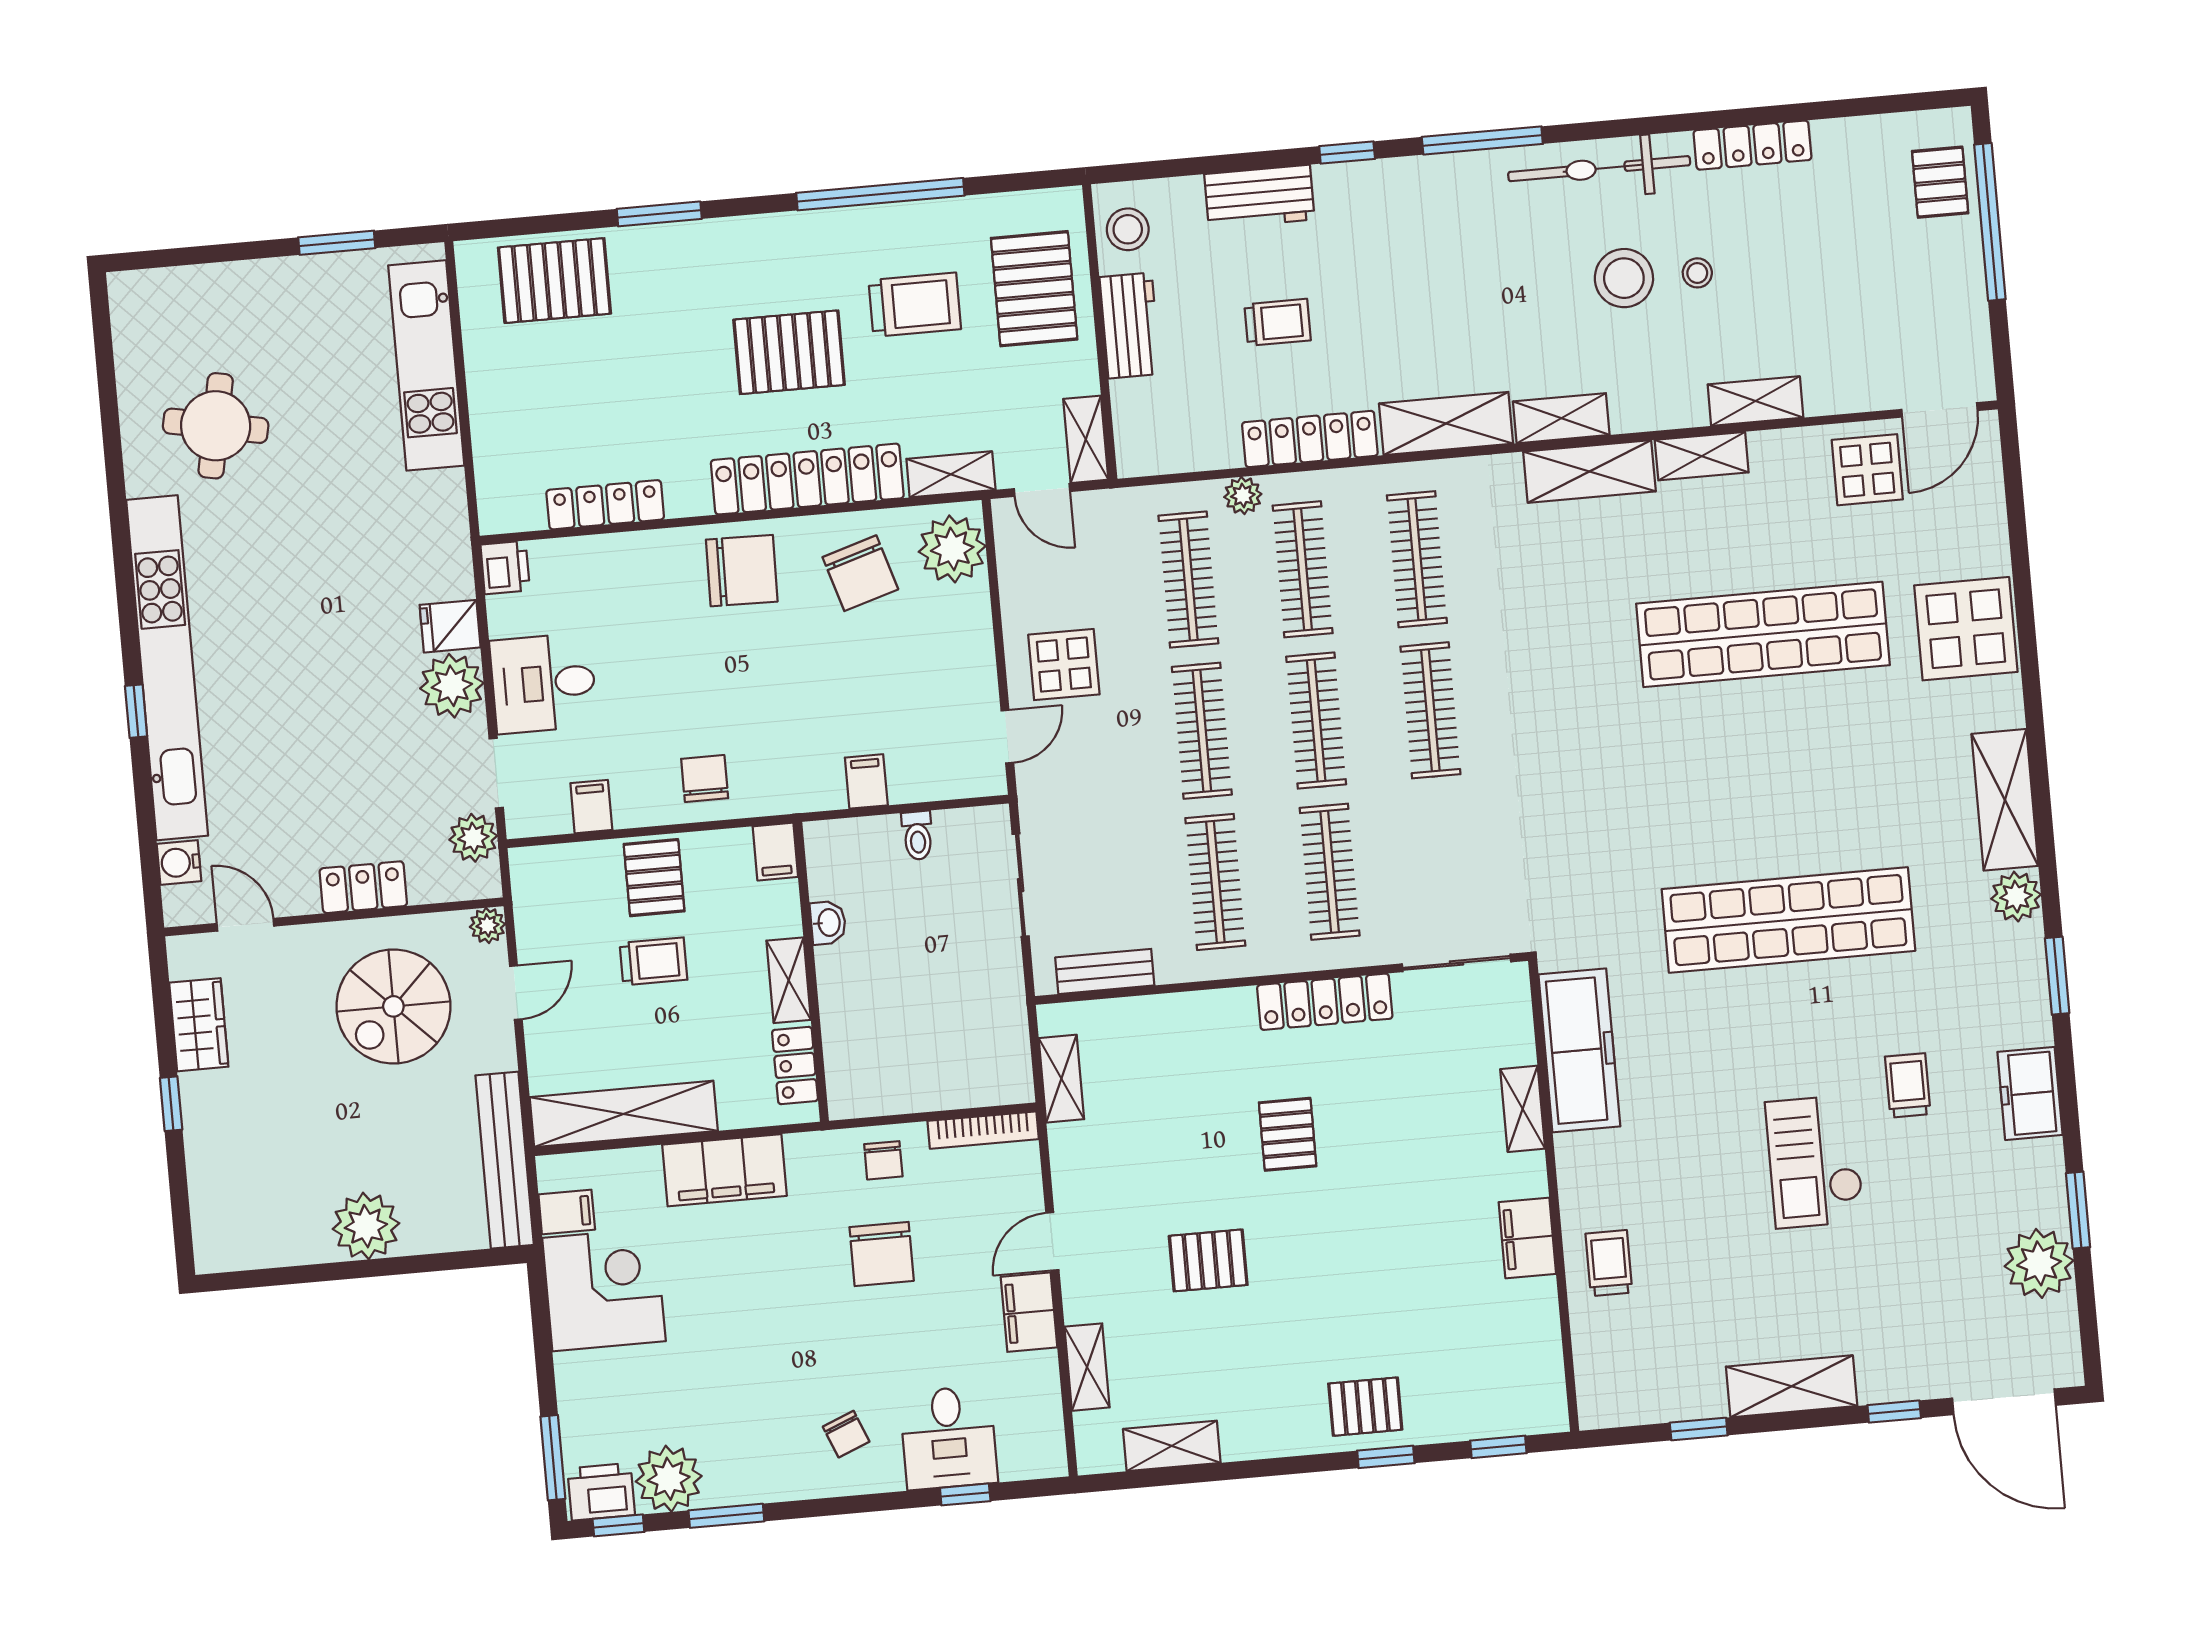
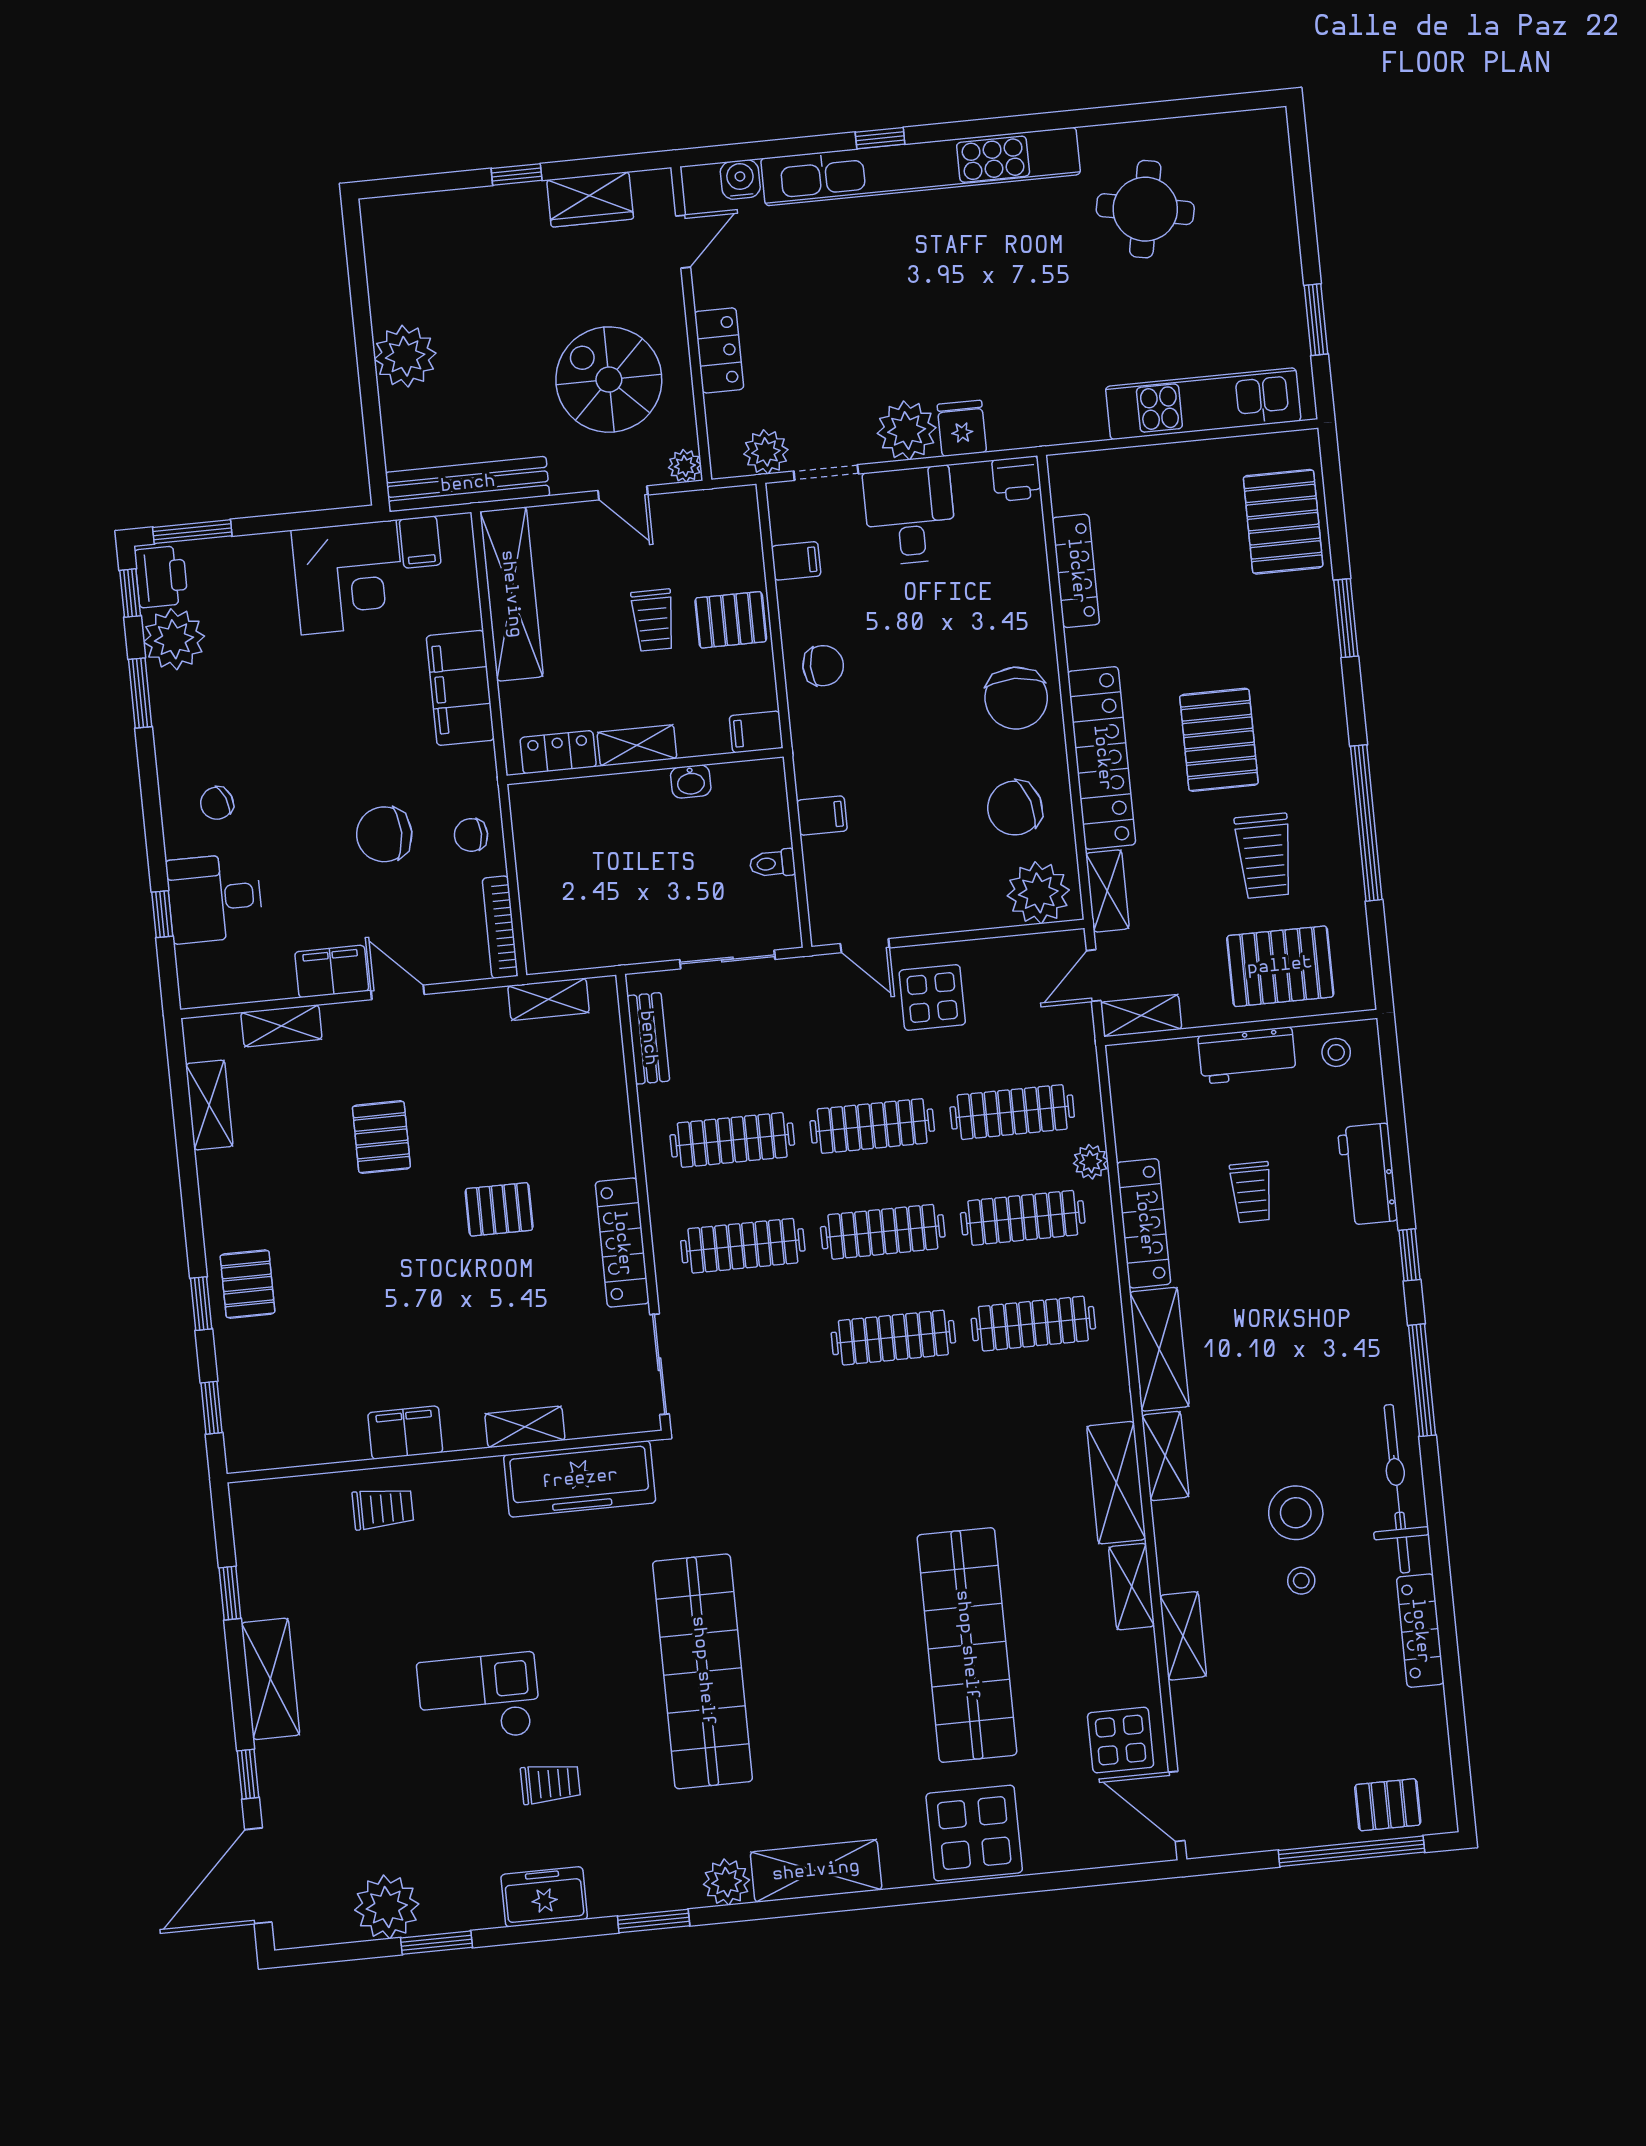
stool: (1128, 229) -> (1336, 1052), width x0.73, depth x0.73

